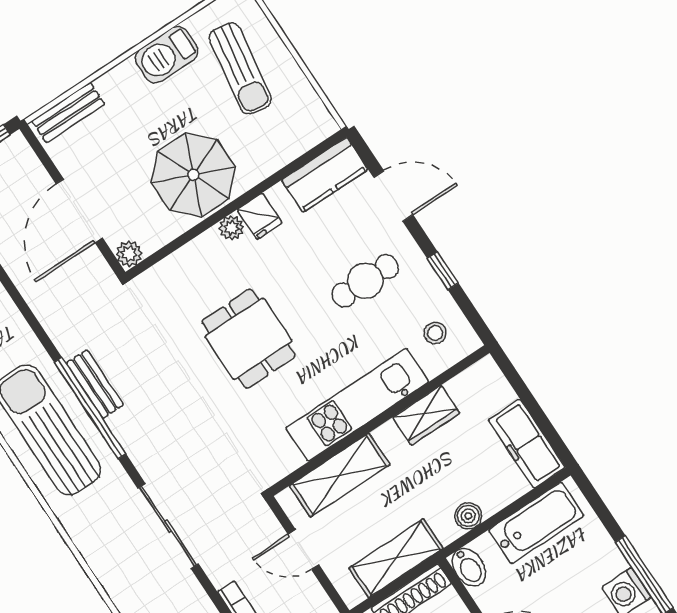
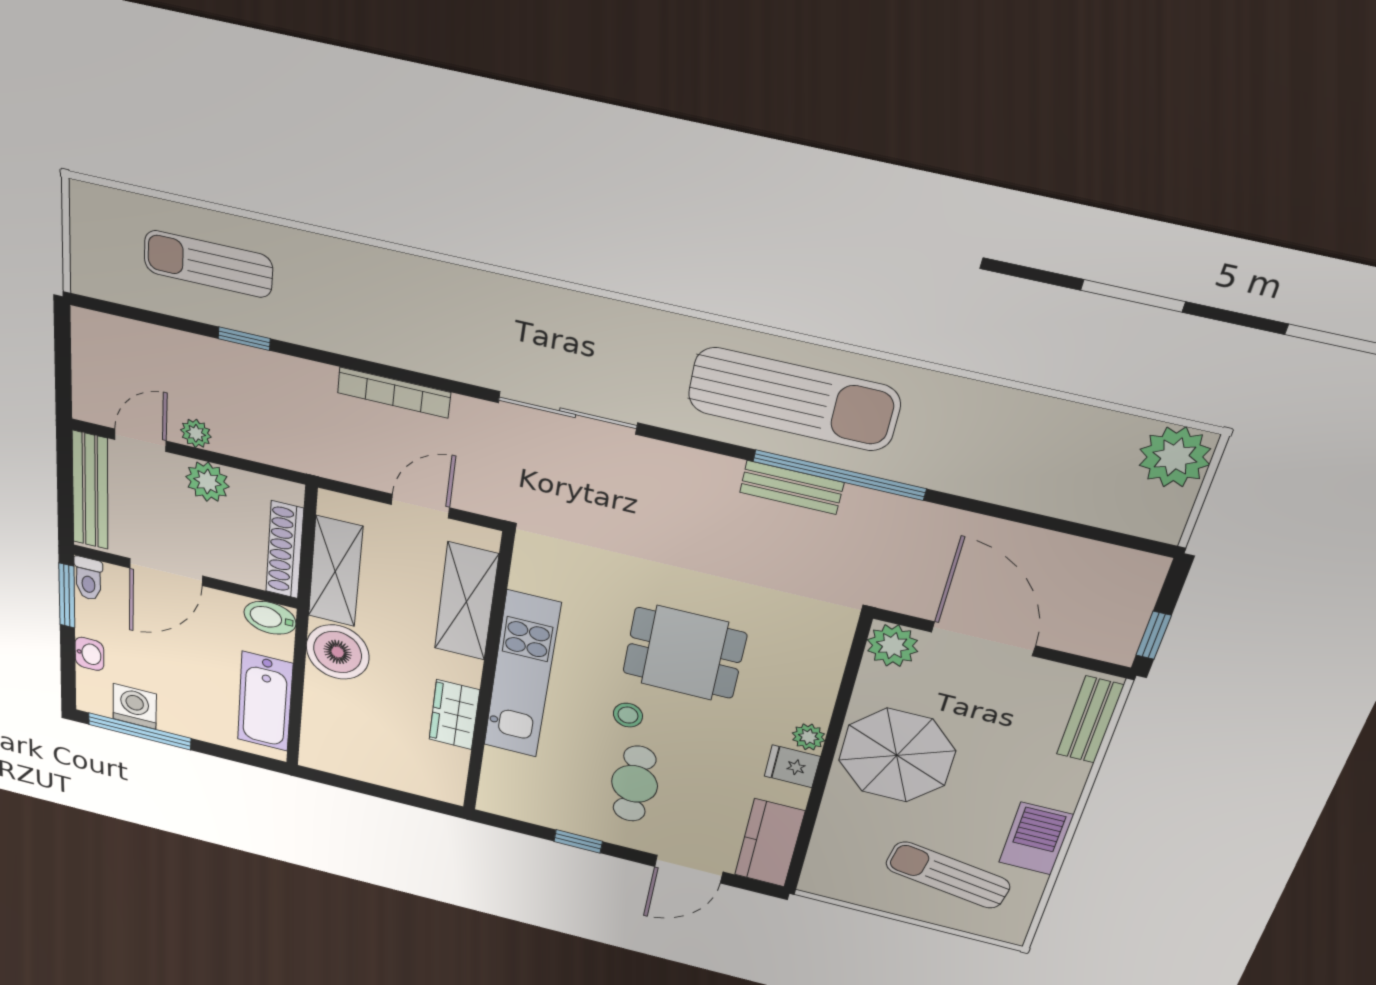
plant: (129, 254) -> (892, 646), width x1.38, depth x1.38
stool: (435, 333) -> (628, 715), moved
window: (90, 408) -> (839, 475), moved
freezer: (527, 444) -> (349, 759), removed
boiler: (468, 516) -> (338, 652), width x1.86, depth x1.86

